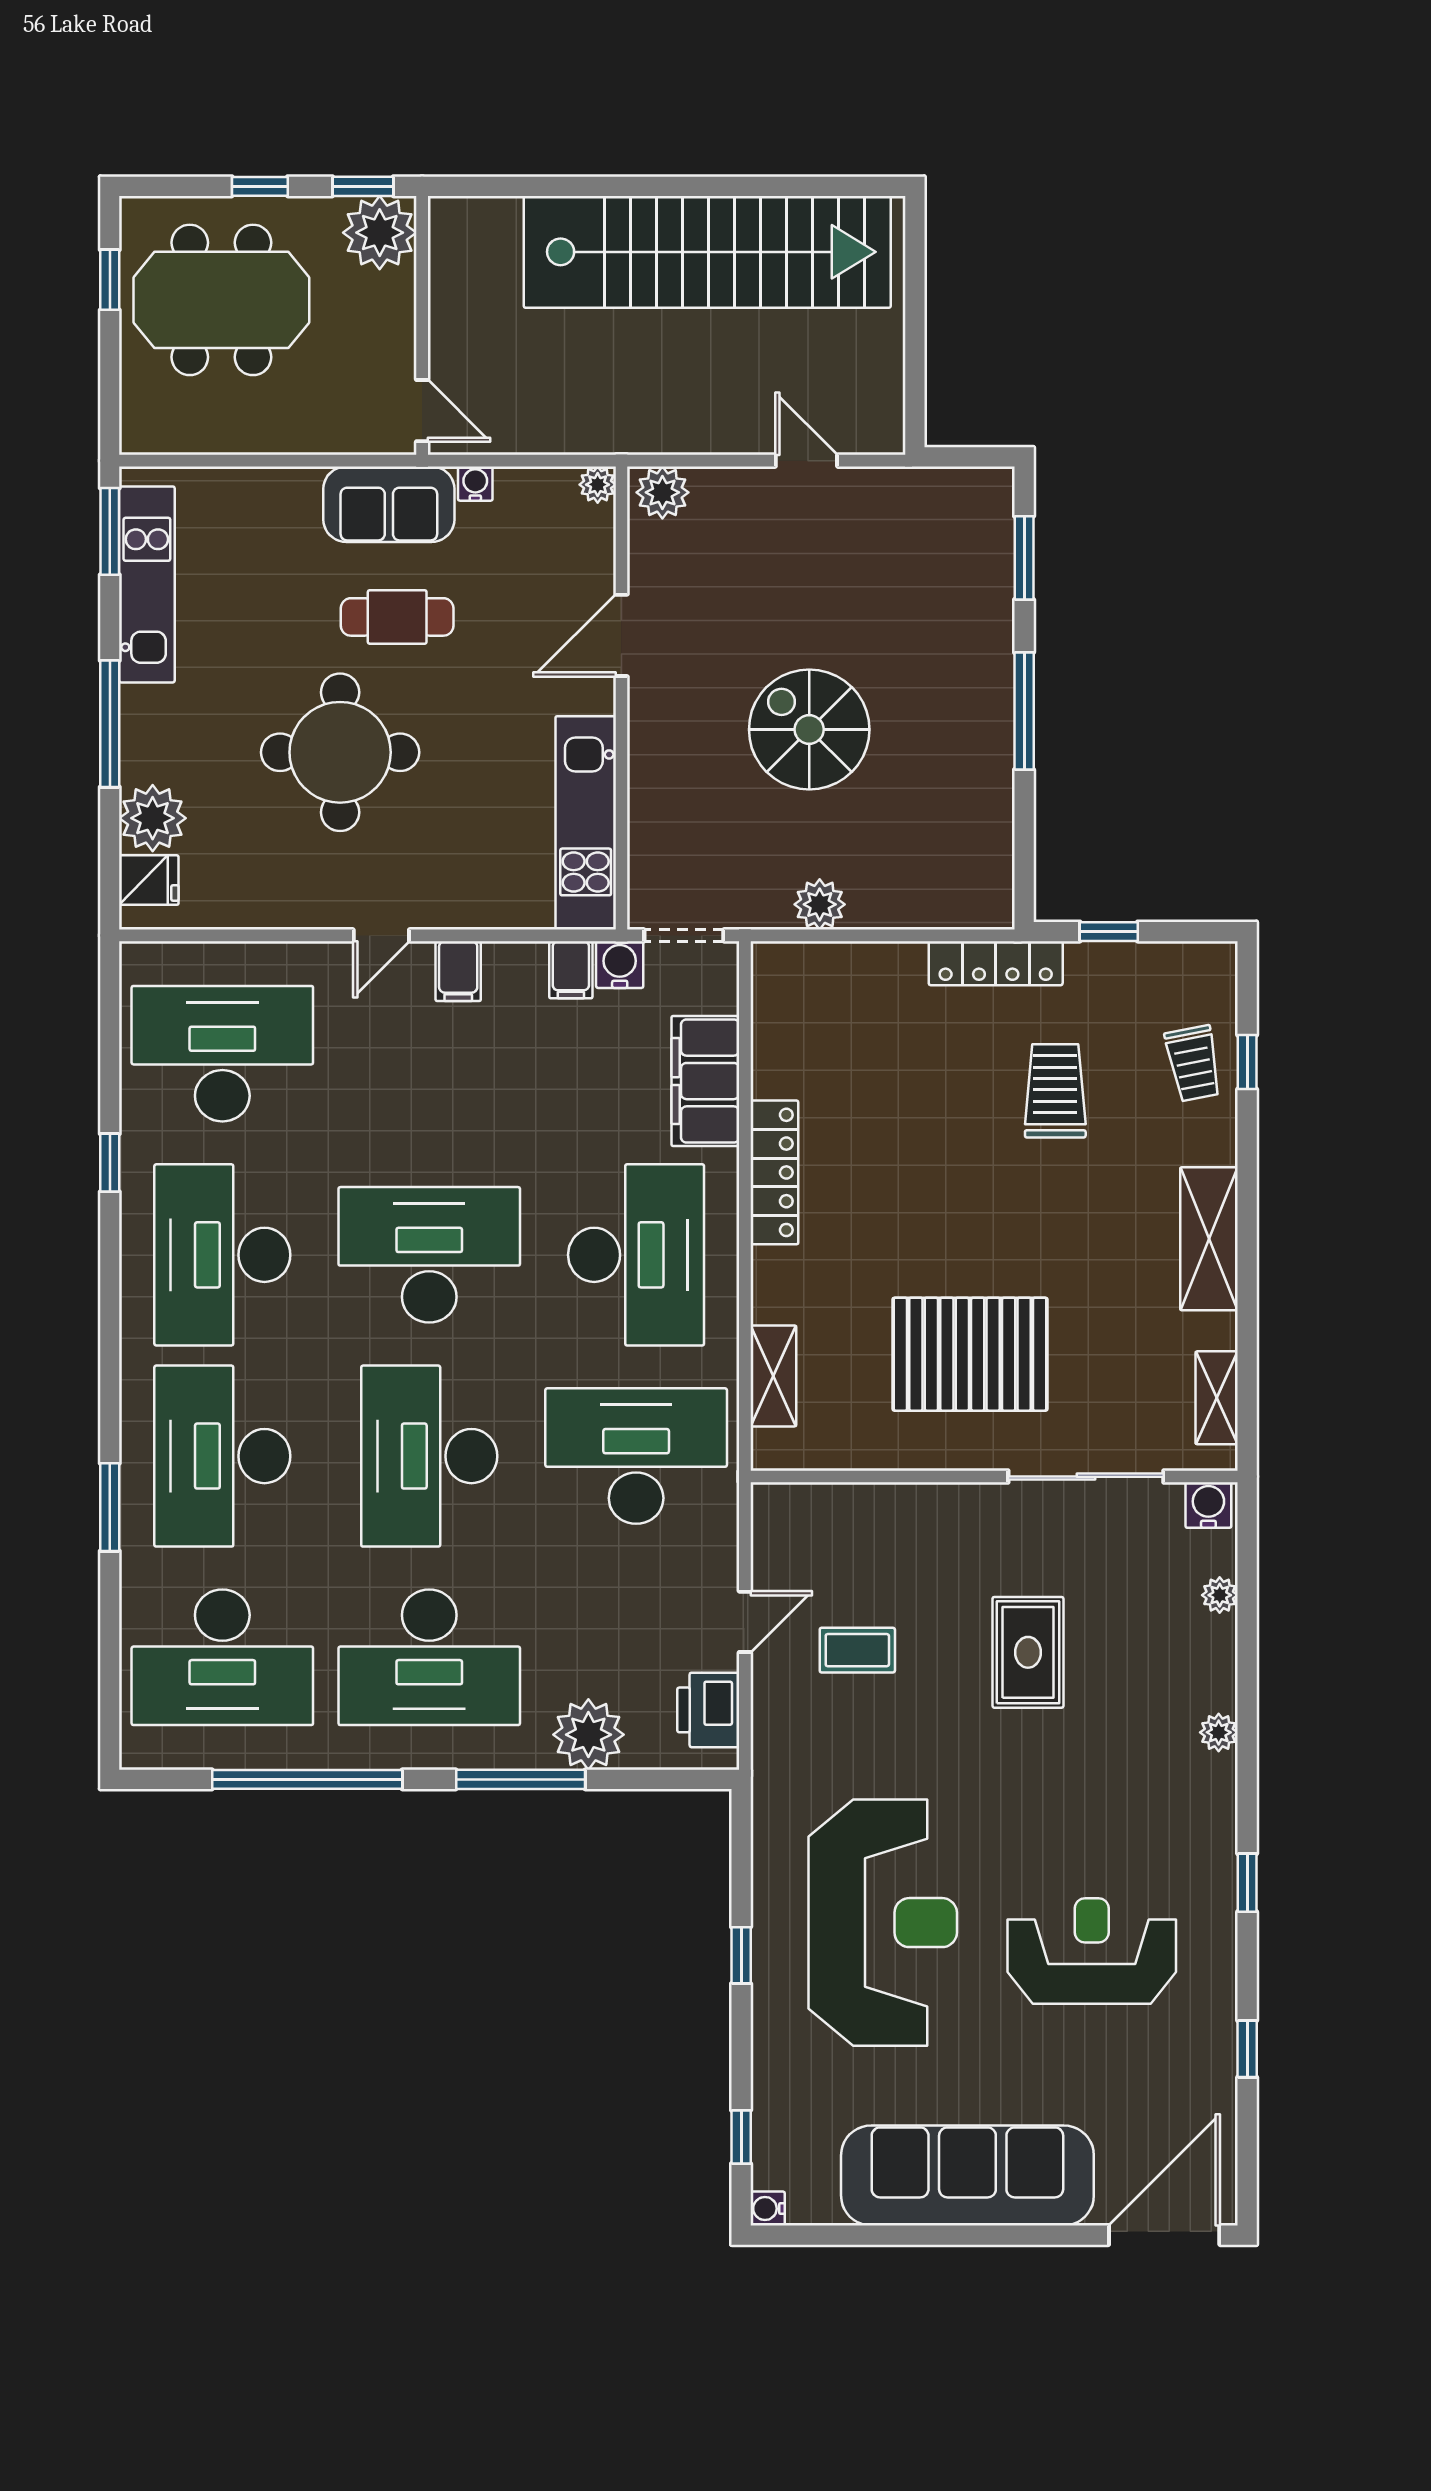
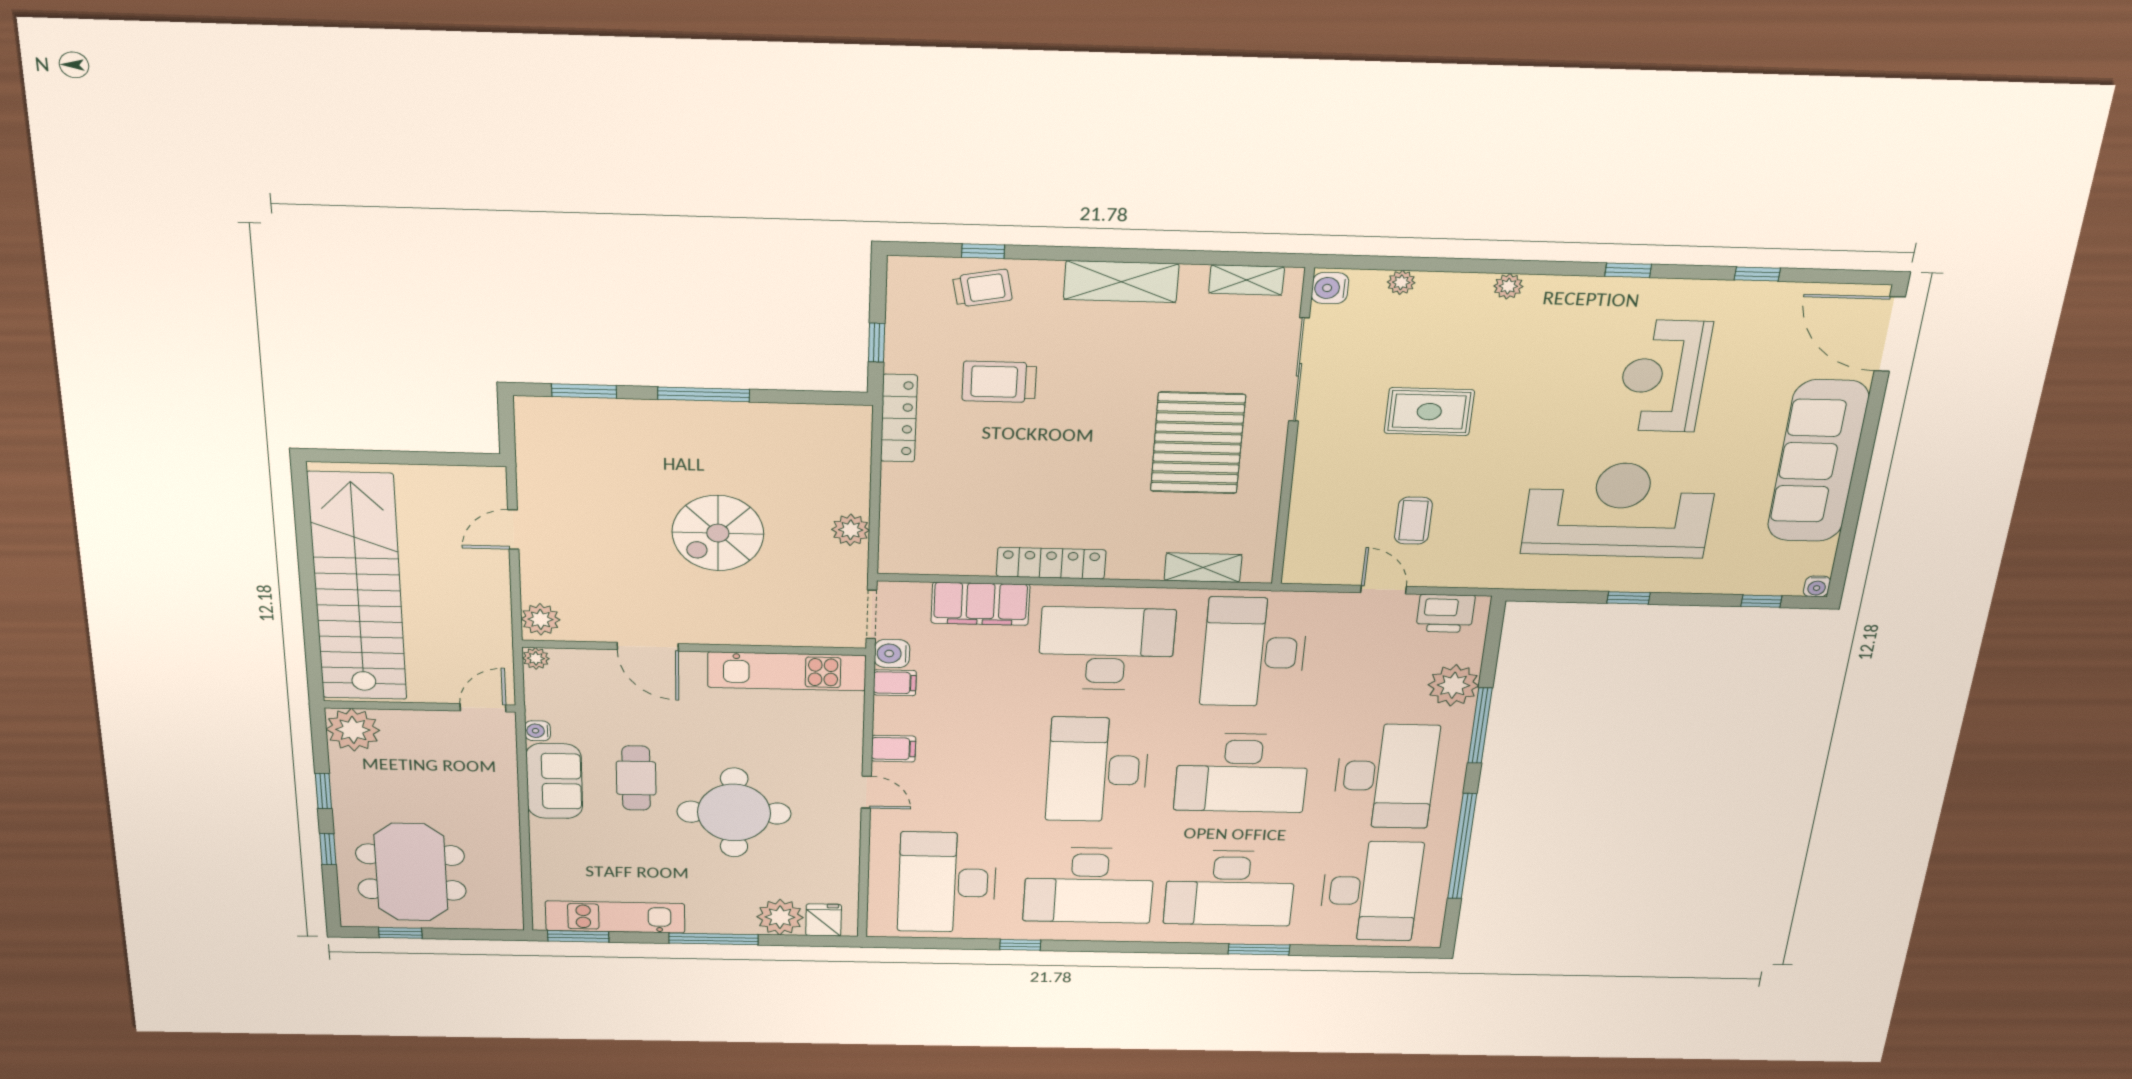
plant: (380, 233) -> (353, 730), moved
wall: (422, 325) -> (420, 706), moved
door: (422, 411) -> (483, 708), moved

